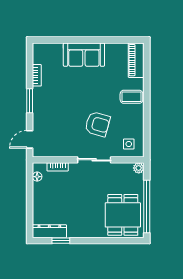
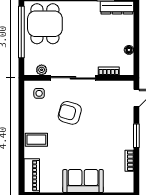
sliding door: (94, 160) -> (73, 78), width x1.37
plant: (139, 168) -> (42, 70), moved
floor lamp: (37, 177) -> (129, 50), moved

